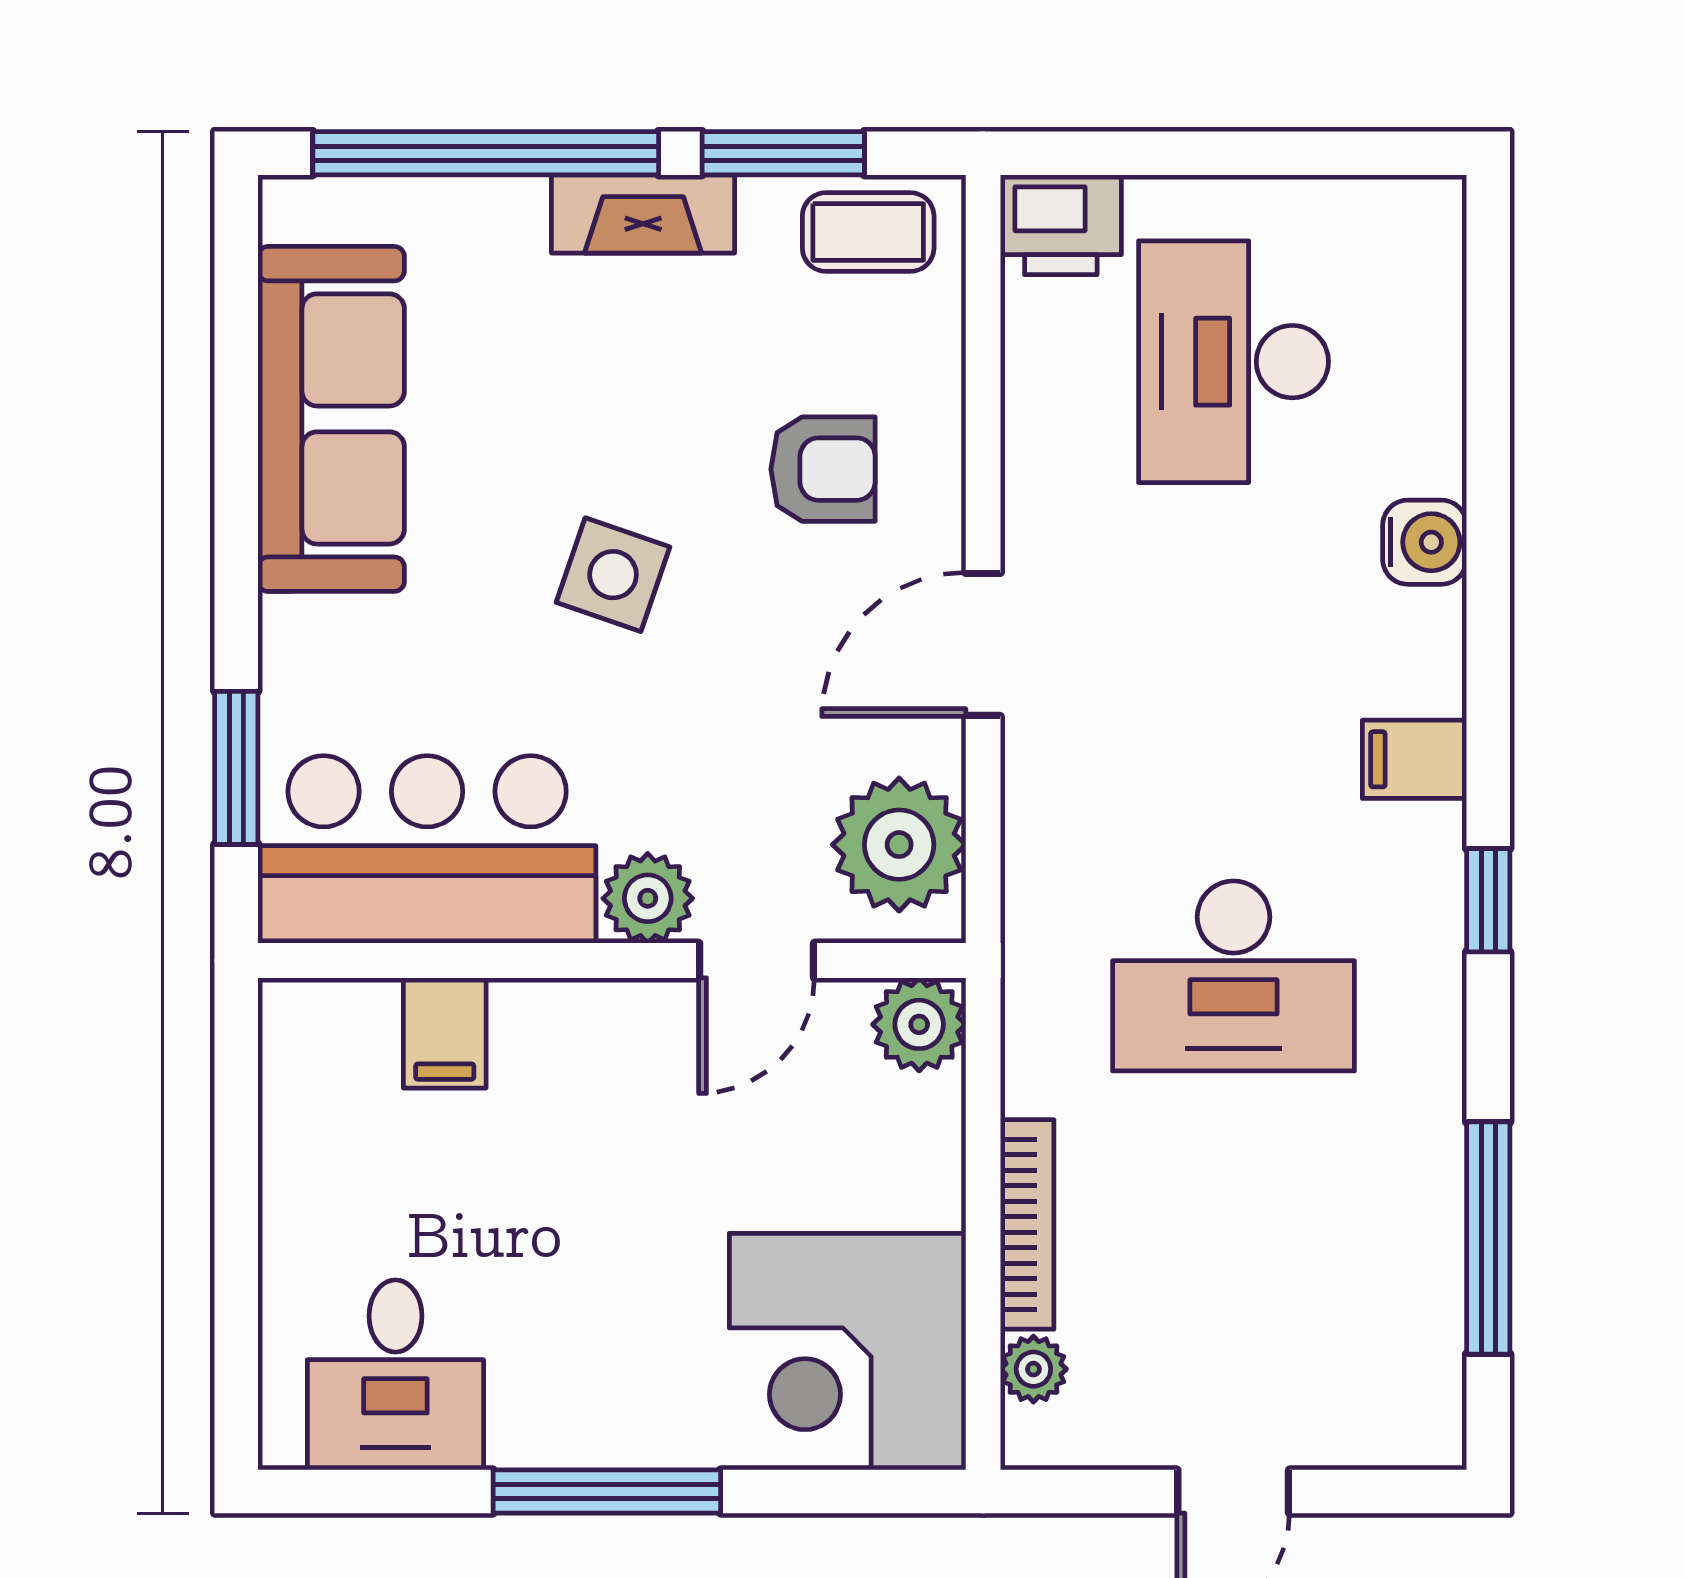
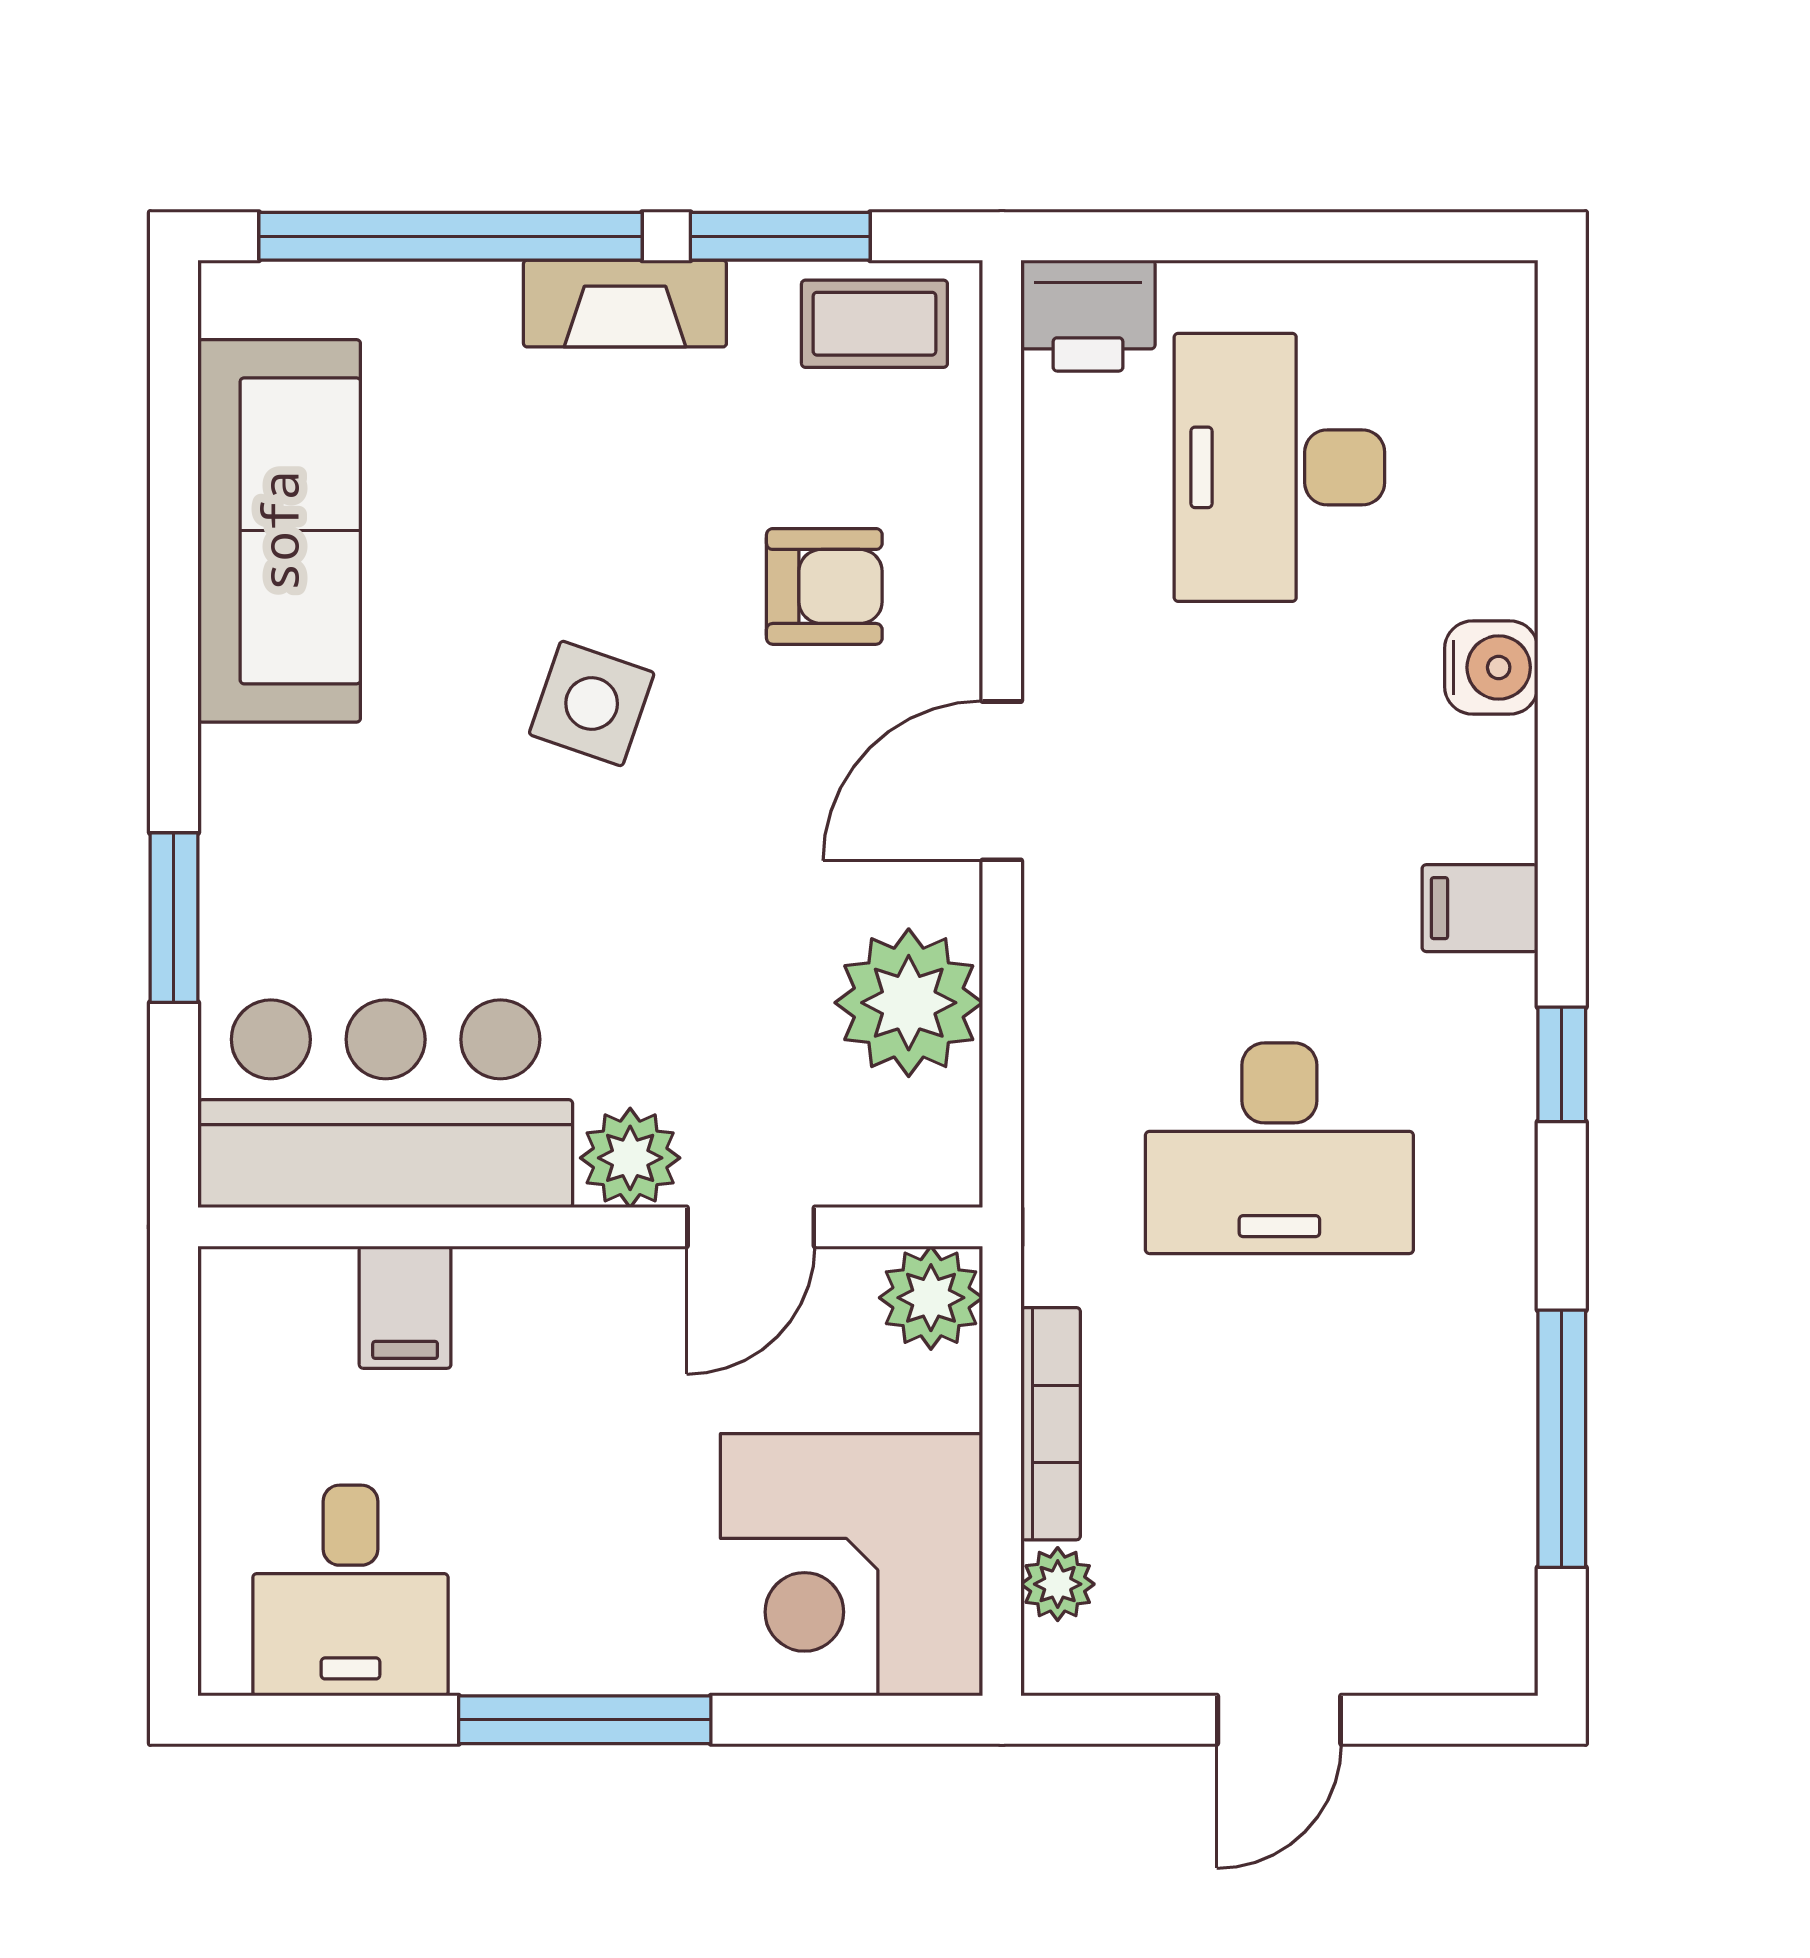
bar counter: (427, 849) -> (386, 1104), moved
plant: (648, 898) -> (630, 1158), moved
wall: (612, 961) -> (590, 1227), moved
door: (757, 961) -> (751, 1227), moved
plant: (919, 1024) -> (931, 1298), moved
filing cabinet: (445, 1033) -> (405, 1307), moved

